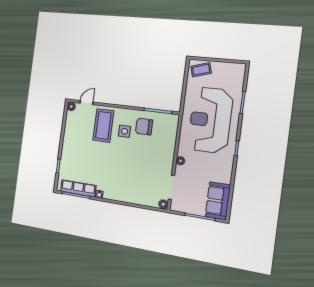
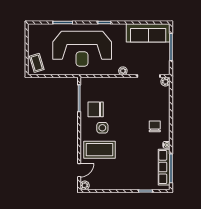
door: (86, 103) -> (79, 170), swing flipped
chair: (144, 127) -> (96, 109), turned 90
chair: (119, 185) -> (155, 126), added
sofa: (218, 201) -> (148, 33), width x1.36

